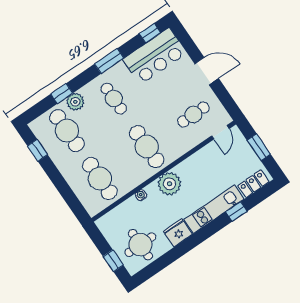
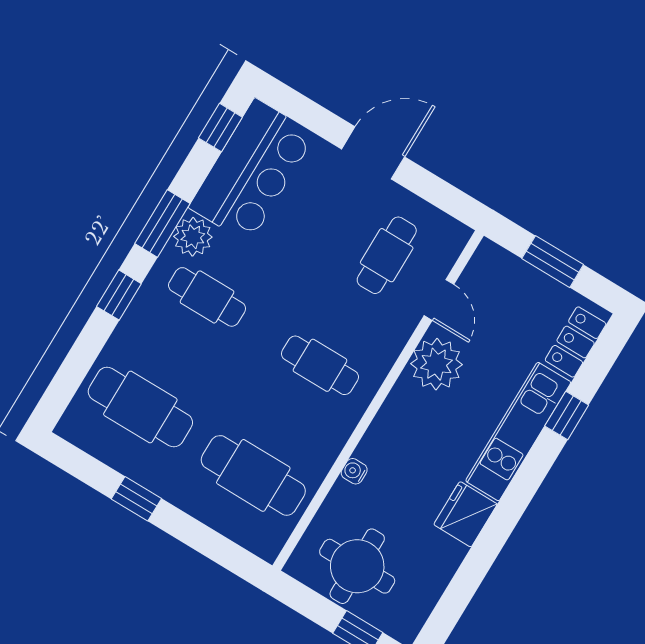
window: (62, 93) -> (119, 295), moved
plant: (75, 102) -> (193, 237), moved
door: (220, 132) -> (439, 300), moved
cafe table: (147, 147) -> (320, 365), width x0.73, depth x0.74
window: (37, 150) -> (136, 499), moved
plant: (169, 184) -> (436, 364), moved
round table: (140, 245) -> (357, 566), moved

